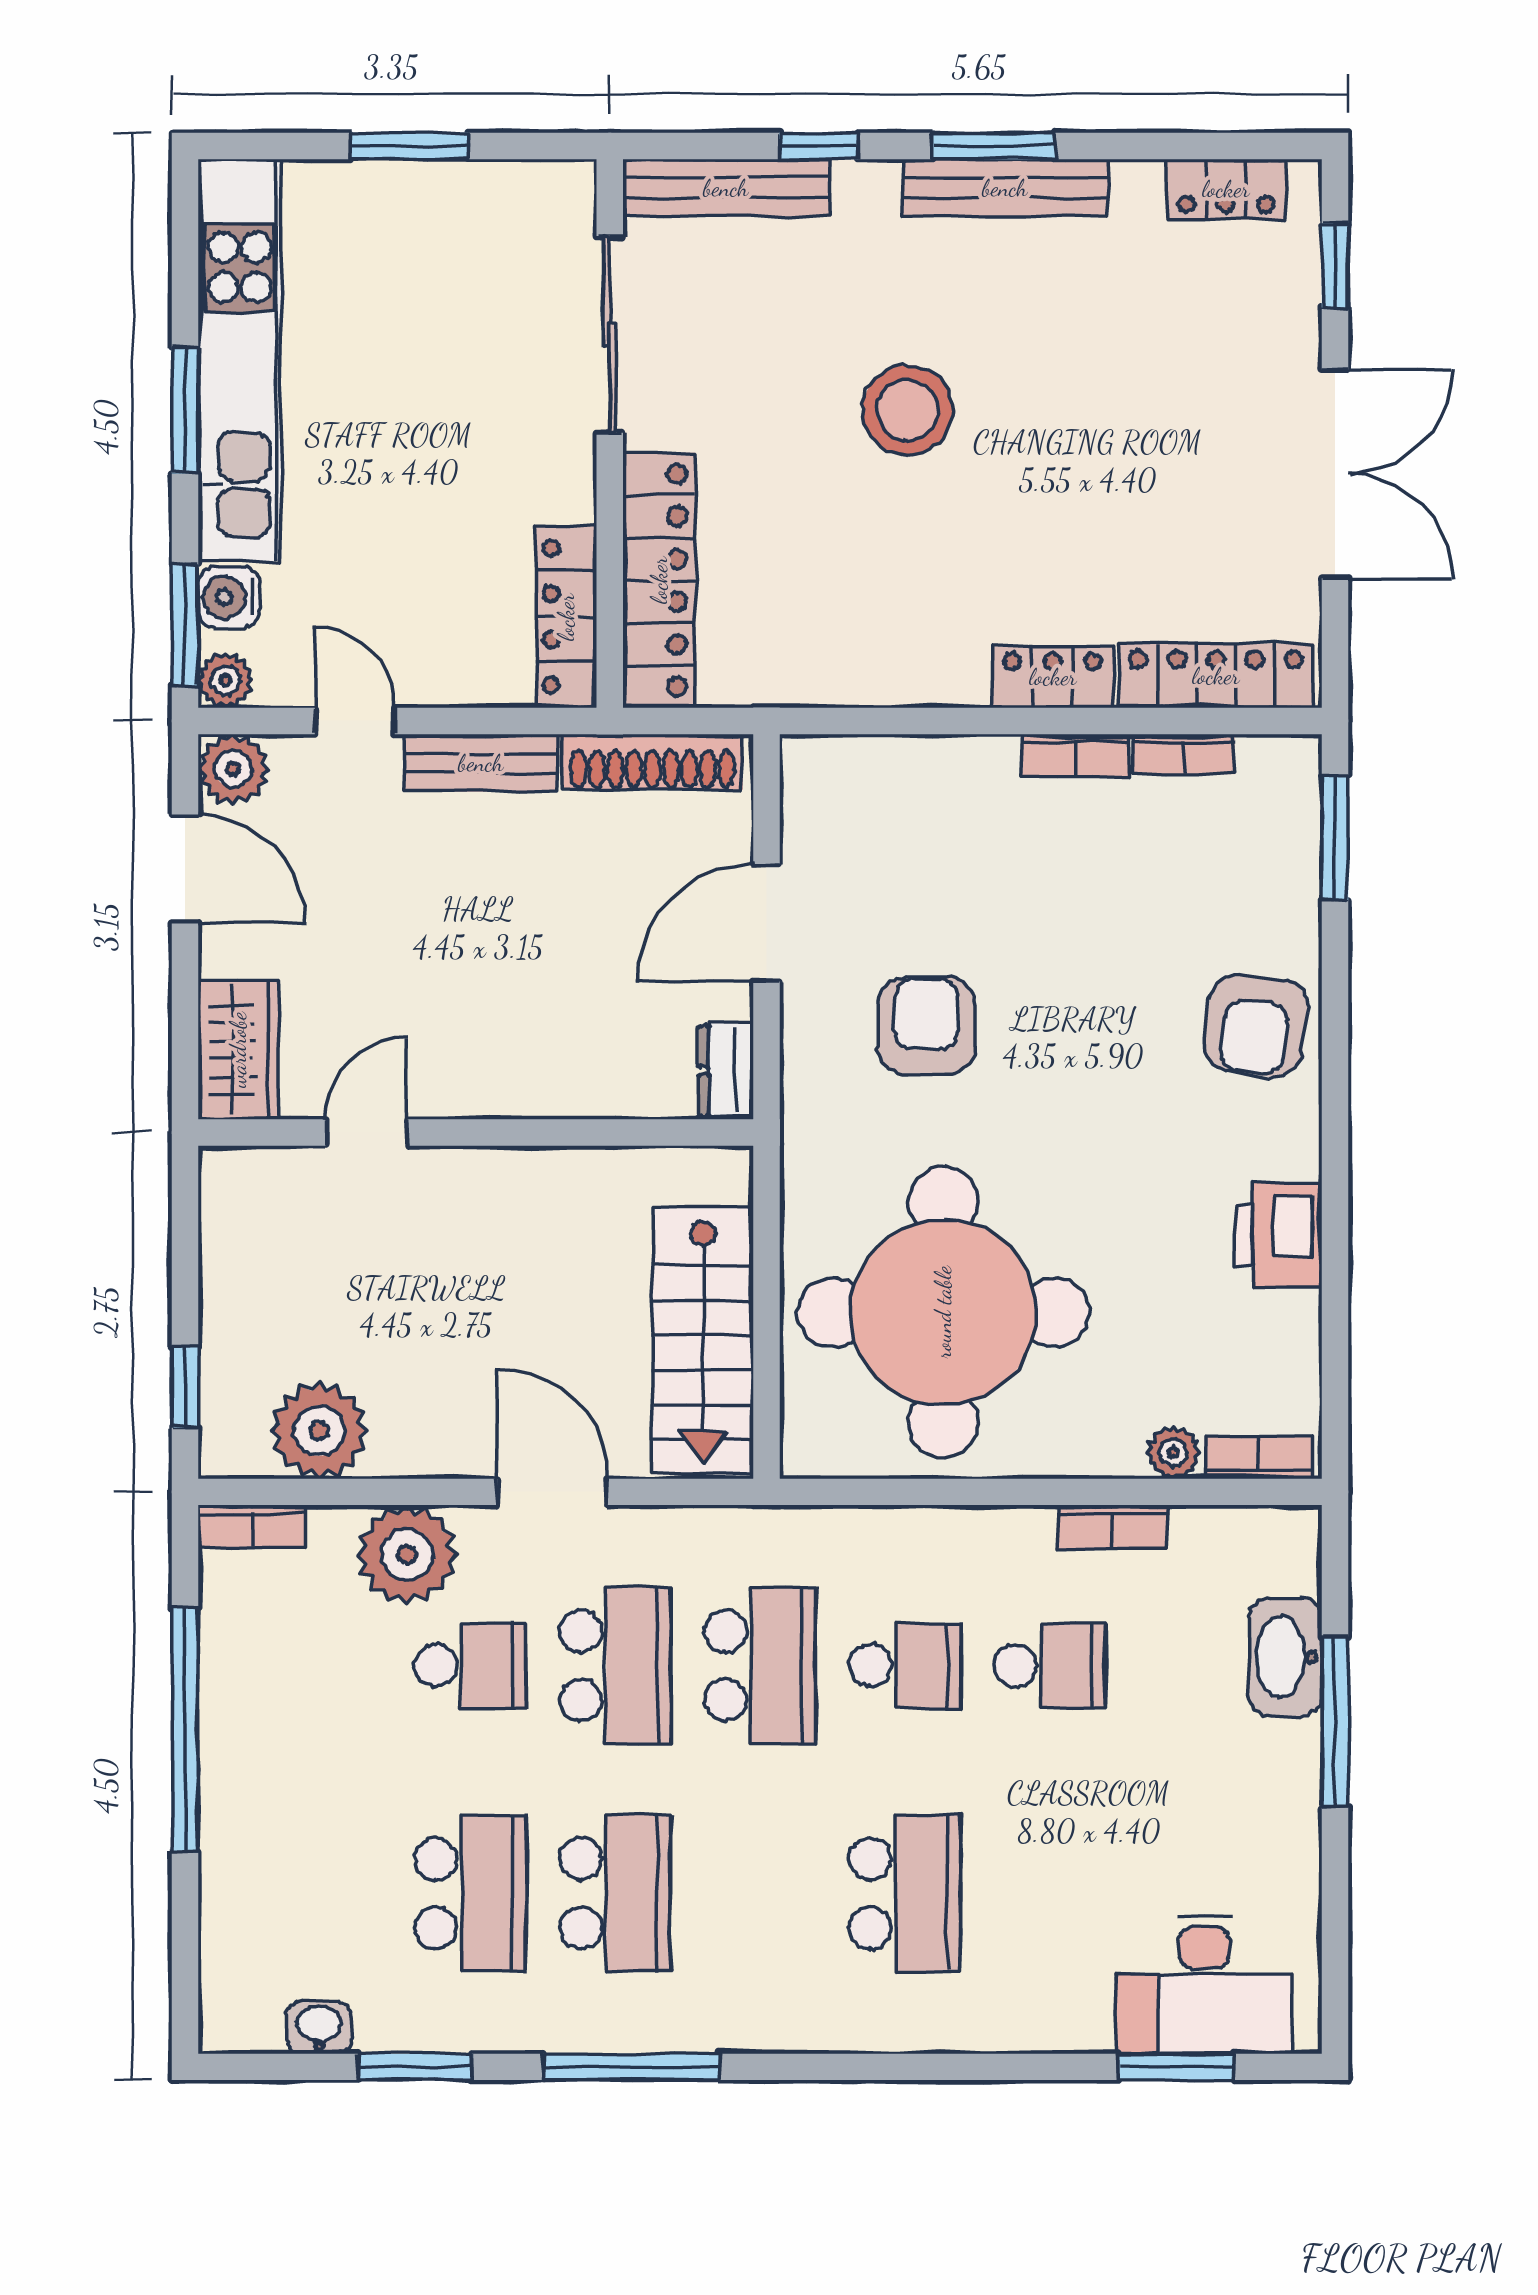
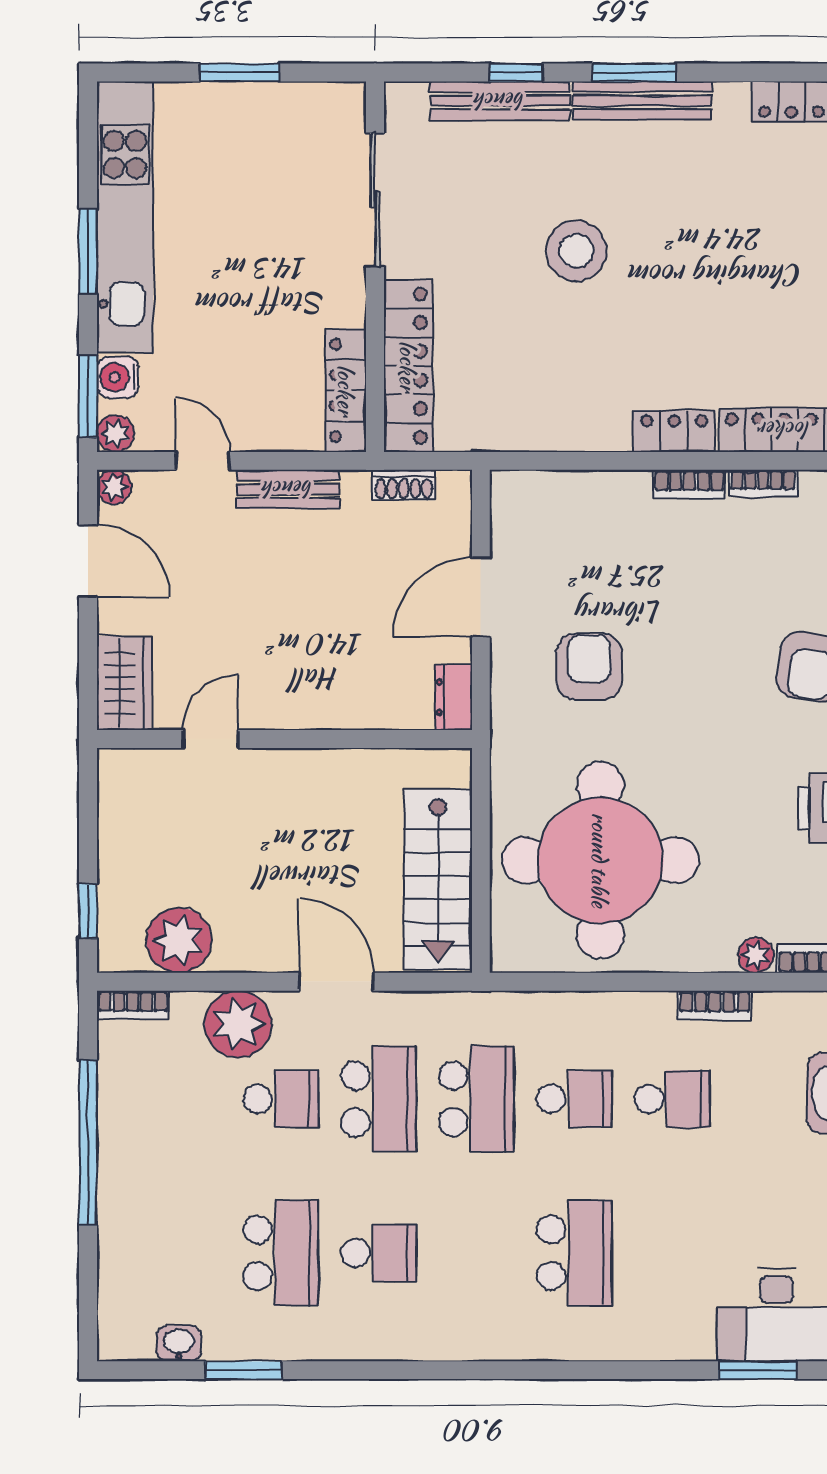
bench: (726, 188) -> (500, 101), moved
shoe rack: (652, 762) -> (404, 485), width x0.51, depth x0.81
plant: (233, 769) -> (114, 487), width x0.73, depth x0.73
school desk: (615, 1893) -> (379, 1253), width x0.54
window: (631, 2067) -> (389, 1370), removed

